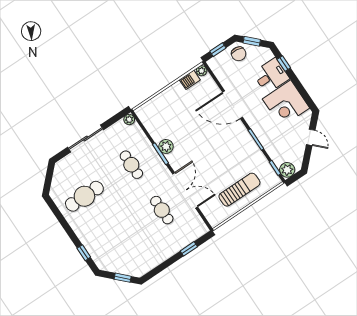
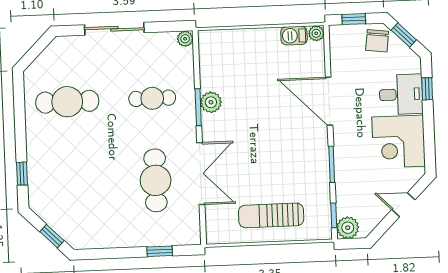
door: (311, 137) -> (403, 205), swing flipped
cafe table: (131, 165) -> (152, 98), turned 90
sun lounger: (239, 190) -> (271, 215), turned 180
cafe table: (162, 210) -> (156, 180), width x1.37, depth x1.35

